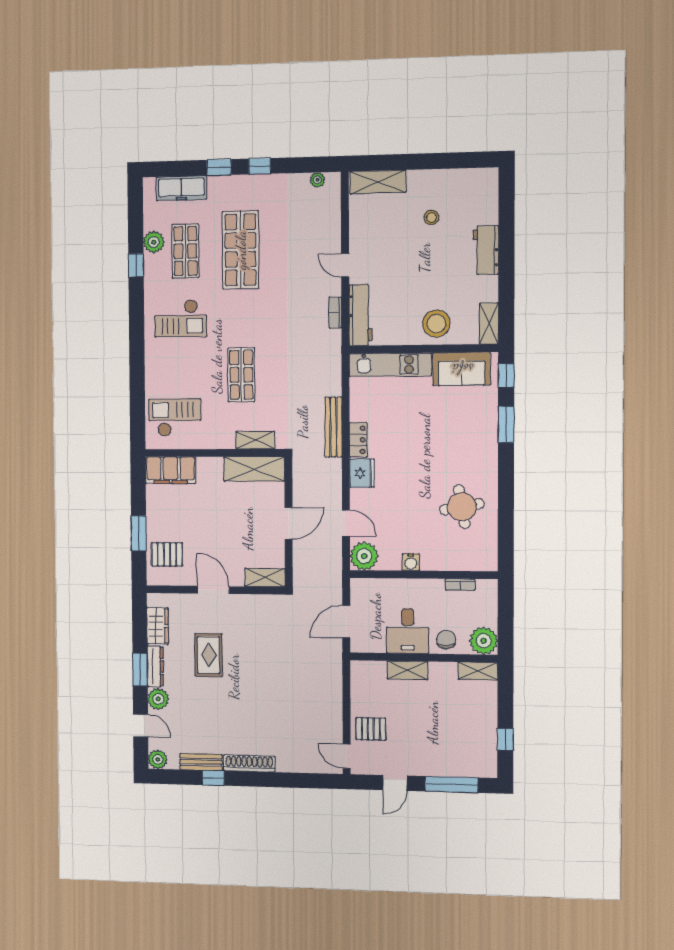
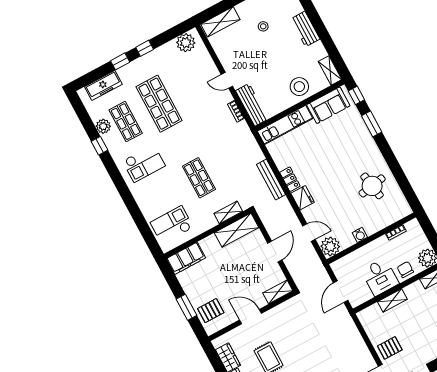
plant: (317, 180) -> (186, 43), width x1.87, depth x1.87

